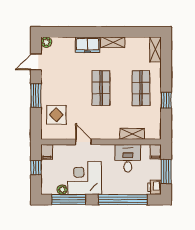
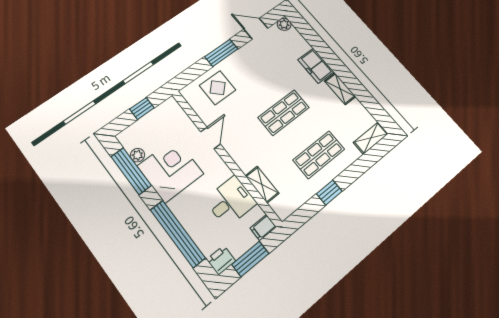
filing cabinet: (47, 152) -> (169, 107), removed

